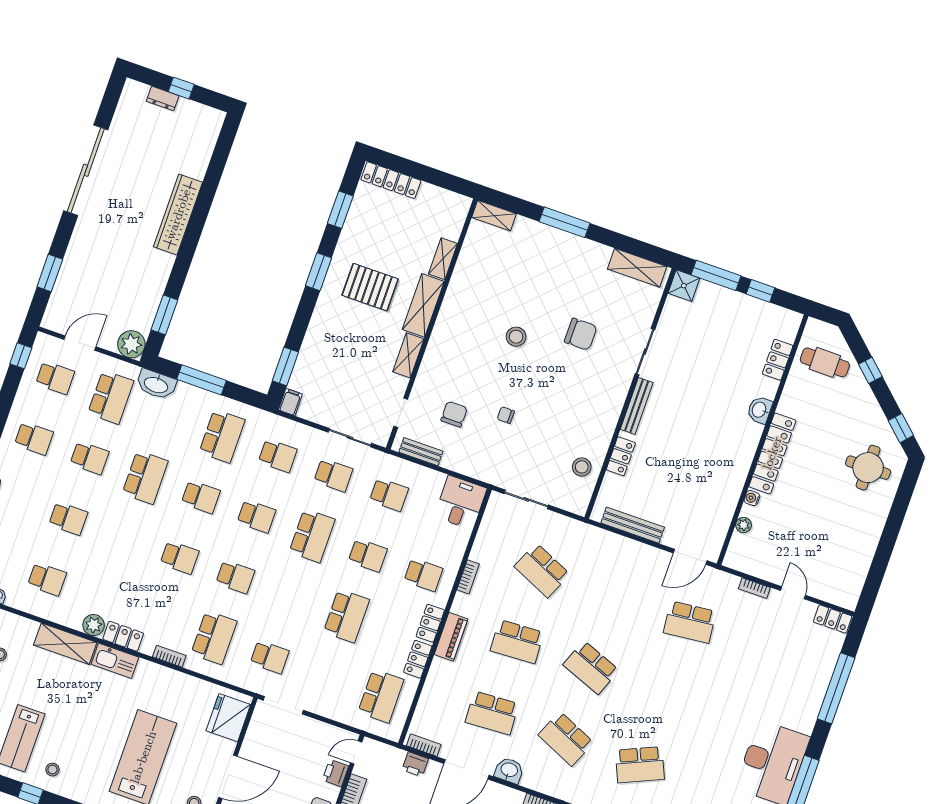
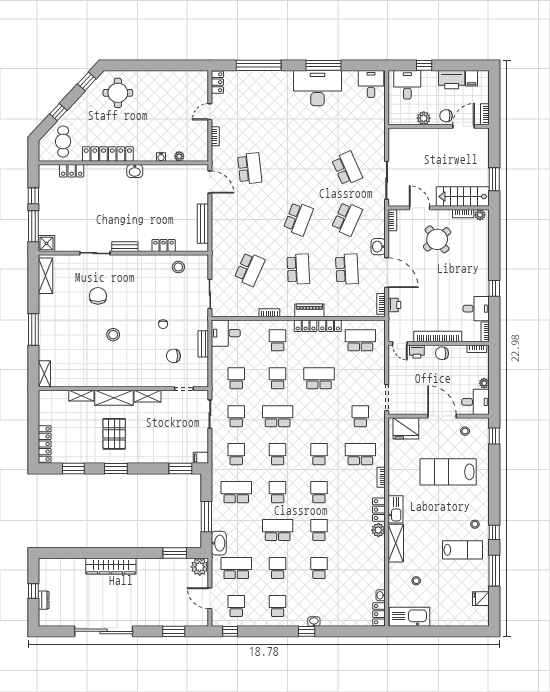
bench: (637, 406) -> (125, 247), width x0.73
washbasin: (760, 410) -> (135, 171), moved
bench: (421, 452) -> (203, 344), moved
locker: (772, 453) -> (108, 154), moved
school desk: (47, 579) -> (319, 530), moved

